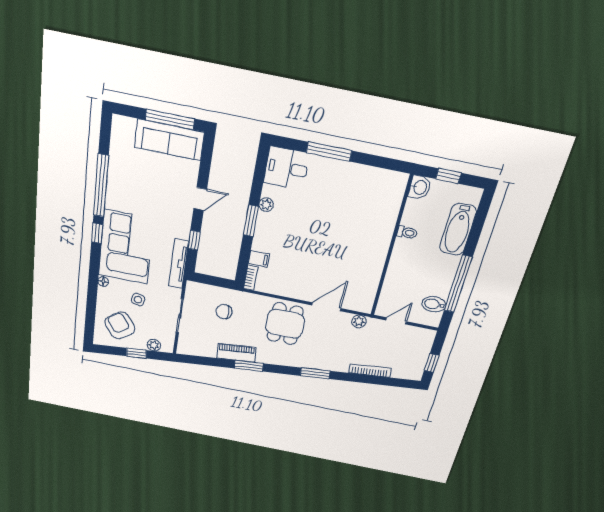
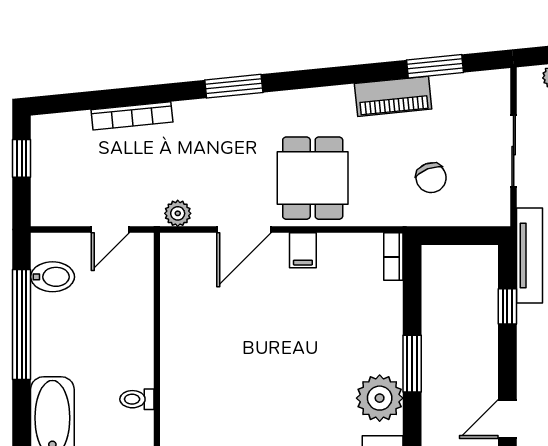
door: (200, 199) -> (507, 419), moved
plant: (266, 205) -> (380, 398), width x1.88, depth x1.88
filing cabinet: (259, 259) -> (303, 250), moved, turned -90
chair: (224, 312) -> (431, 178), turned 69
window: (249, 366) -> (435, 66), moved

